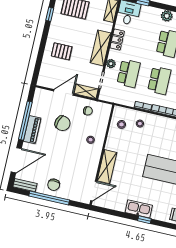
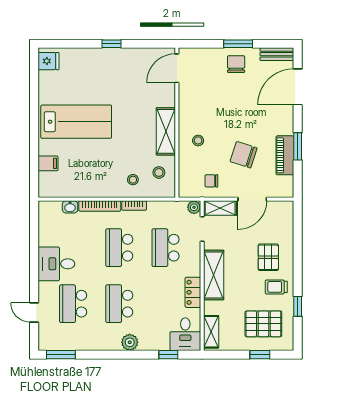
trolley: (61, 30) -> (276, 287), added
pallet: (62, 51) -> (268, 257), turned 90
plant: (111, 64) -> (194, 207), moved
window: (25, 121) -> (298, 146), width x0.47
piano: (32, 130) -> (285, 155), moved
shelving: (107, 167) -> (166, 131), moved
window: (49, 198) -> (238, 44), width x0.47
kitchen sink: (139, 209) -> (107, 57), removed
window: (144, 220) -> (112, 44), moved

